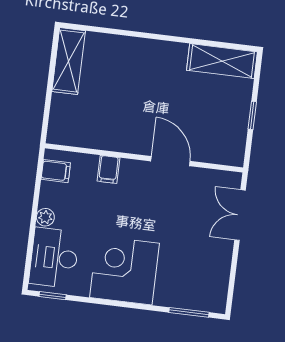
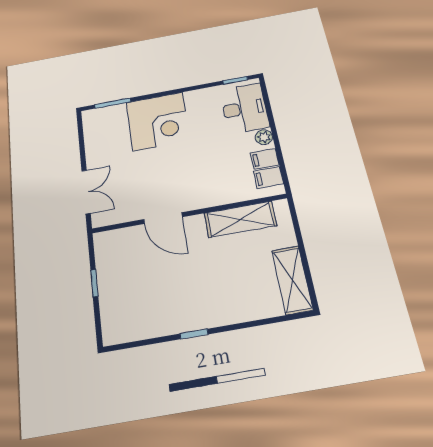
window: (172, 39) -> (194, 334), added
shelving: (222, 61) -> (240, 219), moved
filing cabinet: (108, 169) -> (265, 159), moved, turned -90
corner desk: (125, 270) -> (158, 121), moved

